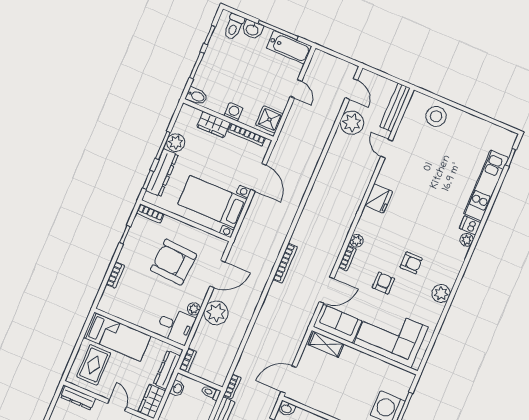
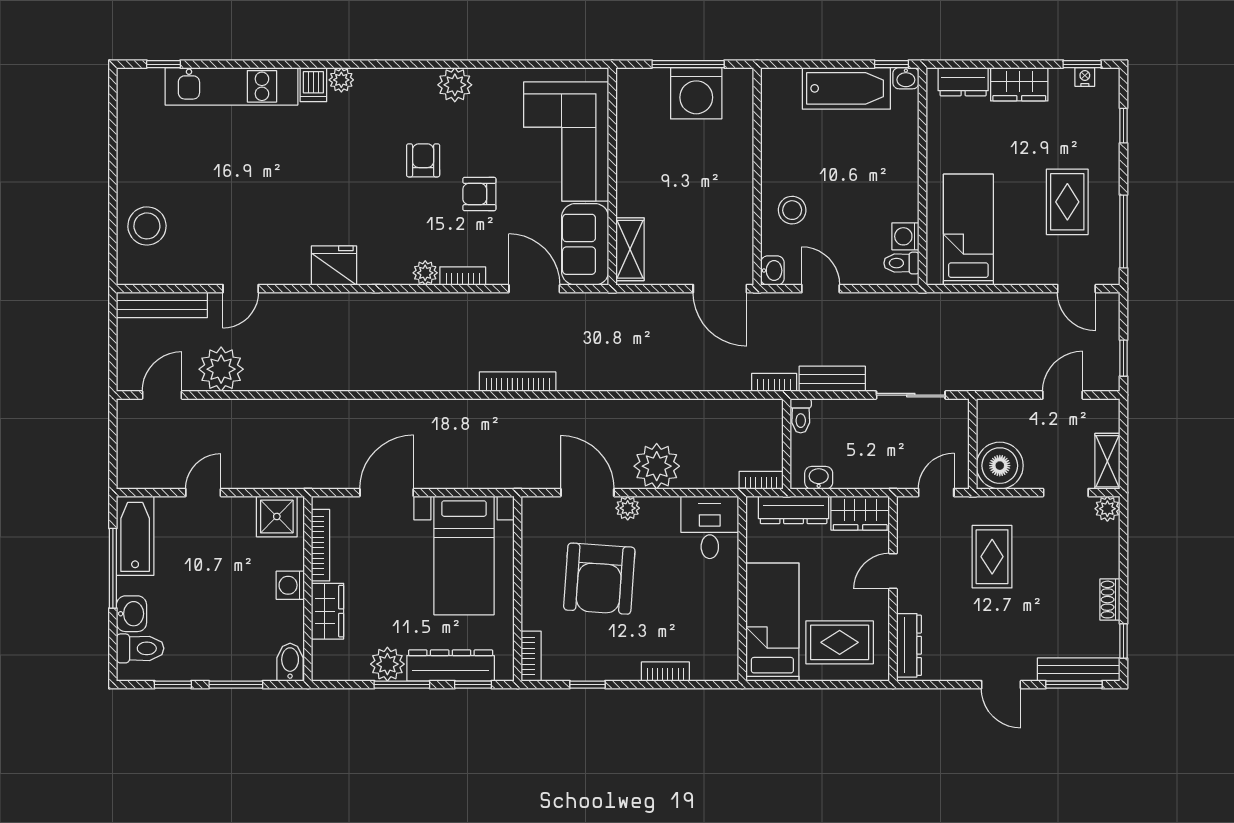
plant: (194, 309) -> (628, 508), moved

